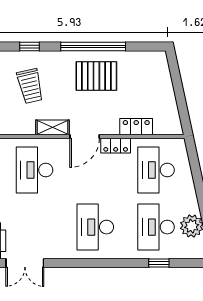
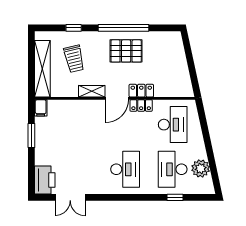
locker: (136, 127) -> (141, 91), moved
desk: (35, 170) -> (78, 125), removed
desk: (156, 170) -> (173, 125), turned 180
desk: (95, 227) -> (125, 169), turned 180

